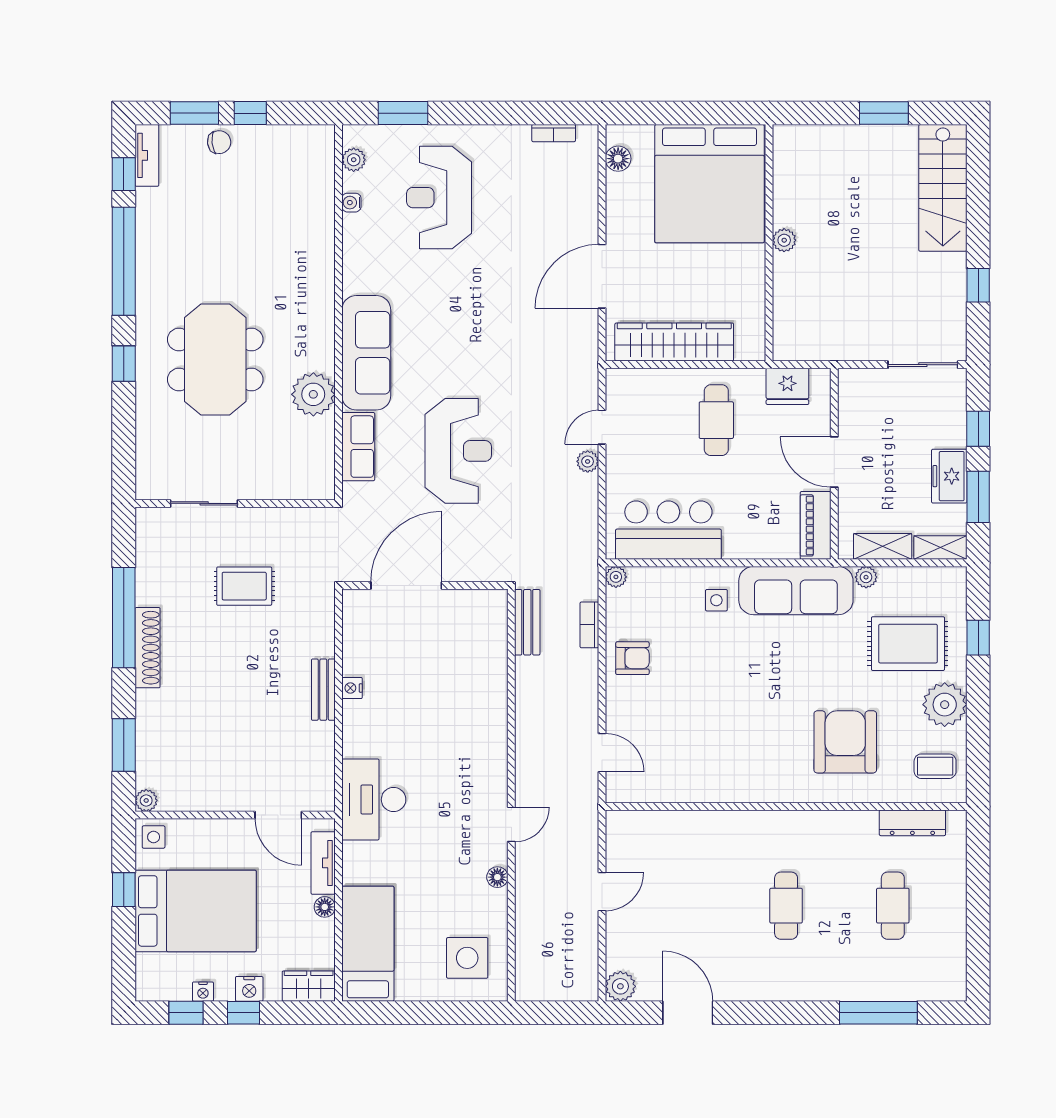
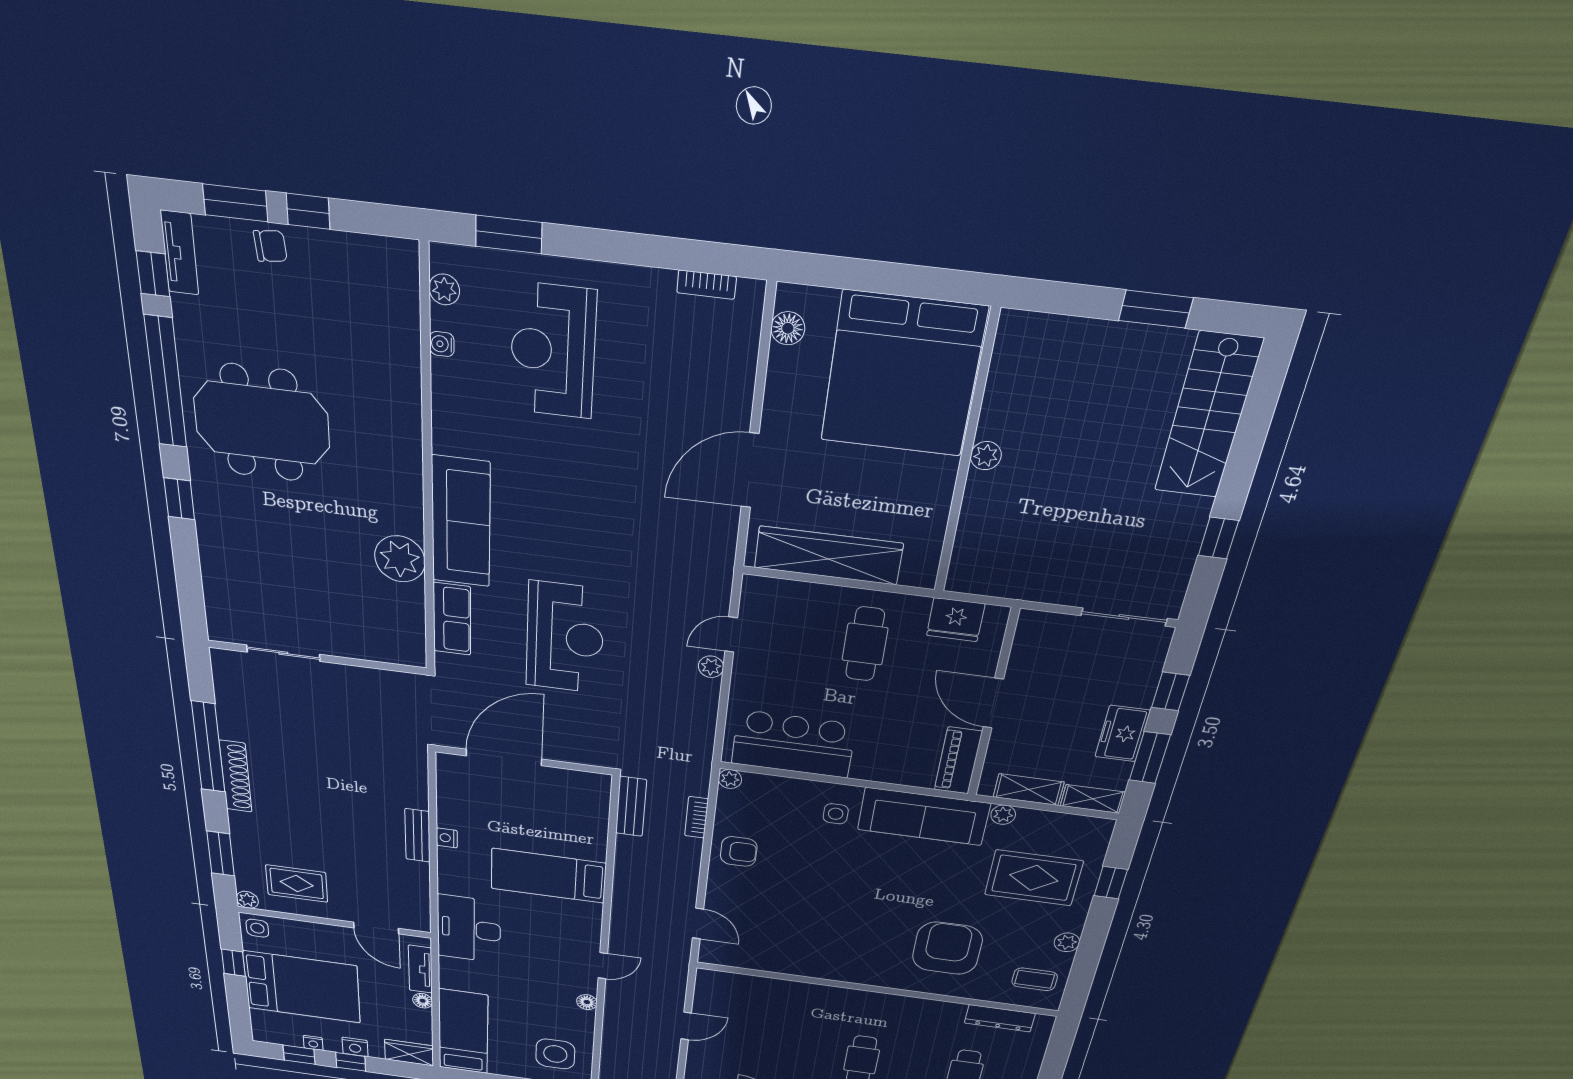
meeting table: (215, 360) -> (262, 423), moved, turned 90
rug: (244, 586) -> (297, 884), moved
plant: (945, 705) -> (1067, 942), width x0.53, depth x0.53
bed: (452, 718) -> (548, 876), added

